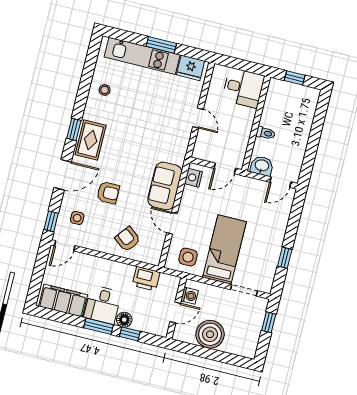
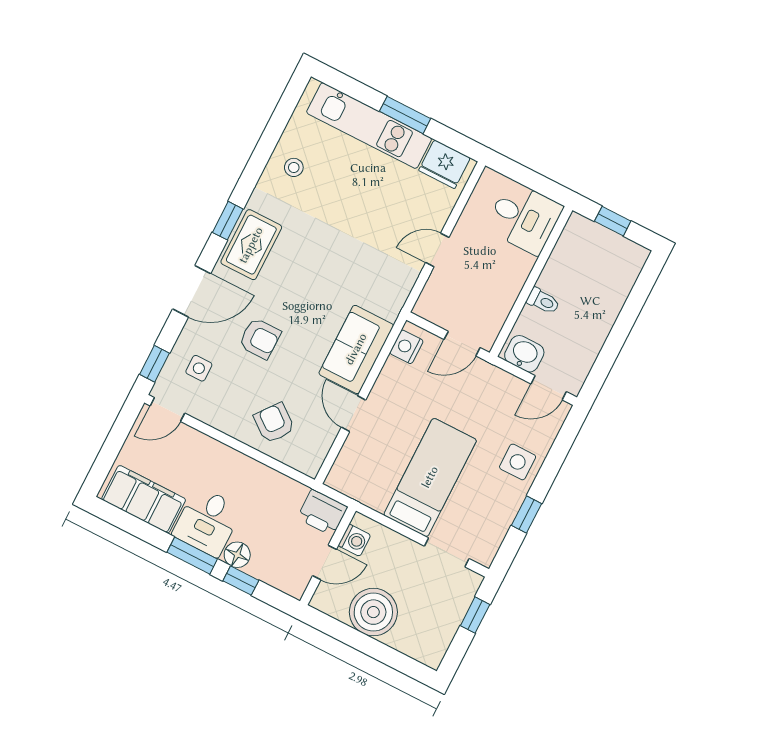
door: (198, 118) -> (437, 250), swing flipped
side table: (188, 257) -> (518, 462), moved
printer: (146, 279) -> (322, 512), moved

